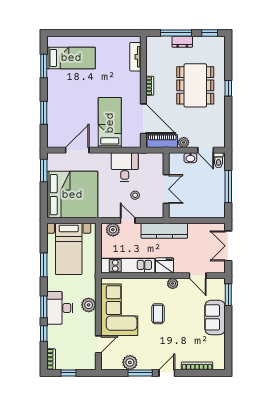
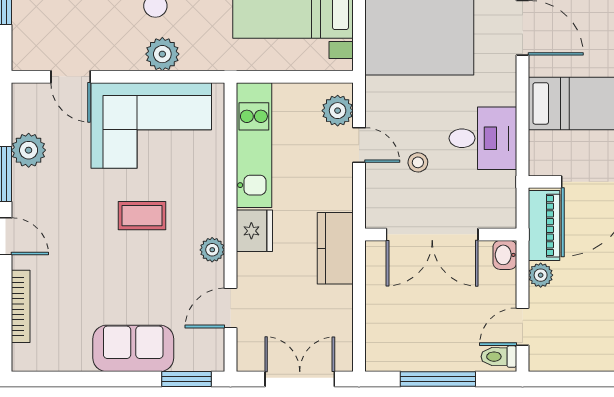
washbasin: (190, 158) -> (505, 255), moved
double door: (166, 189) -> (432, 234), width x1.37
door: (128, 220) -> (359, 145), hinge flipped
kitchen counter: (164, 231) -> (335, 248), width x0.67

